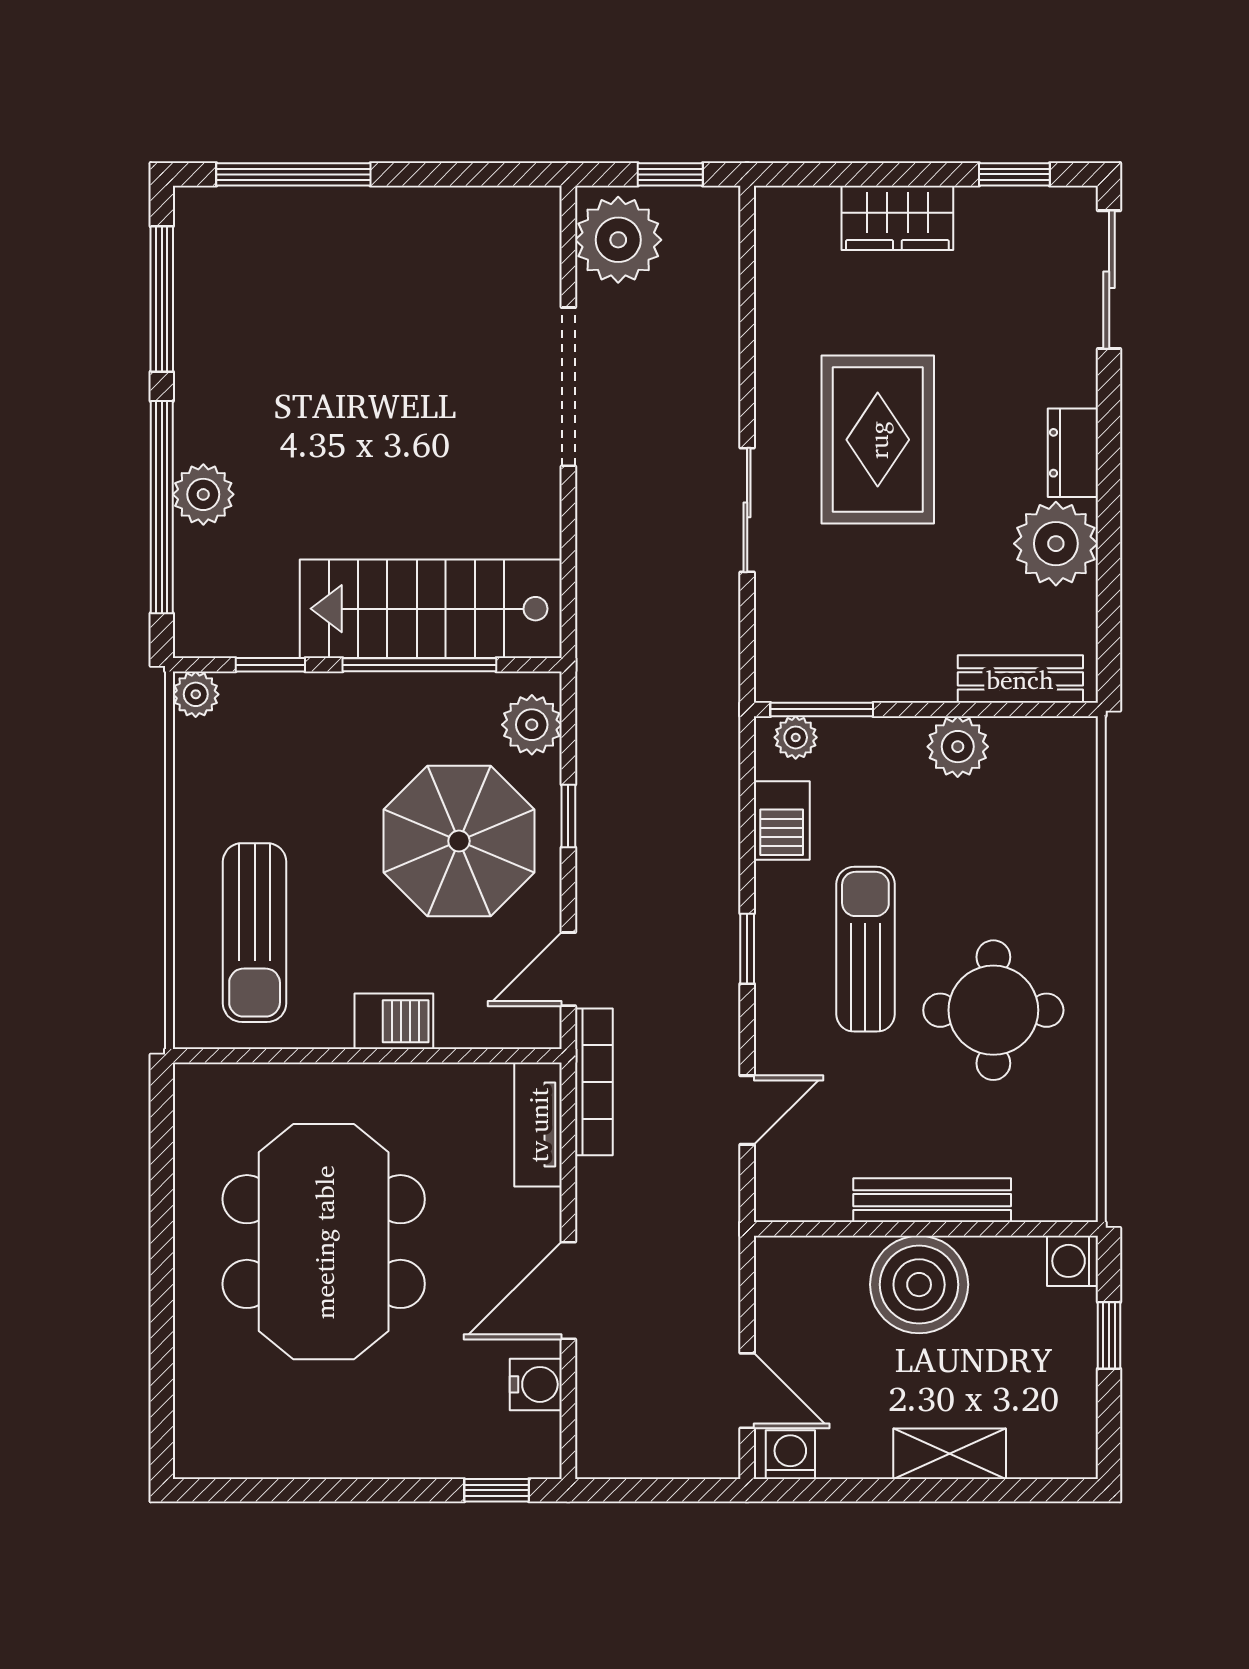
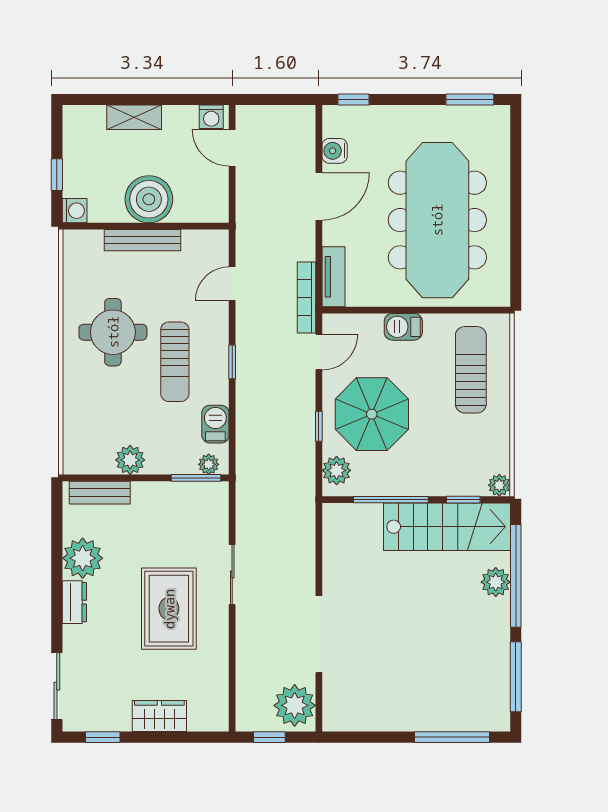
stairs: (431, 609) -> (447, 527), moved
meeting table: (324, 1242) -> (437, 220), width x1.36
window: (256, 1490) -> (470, 100), added

